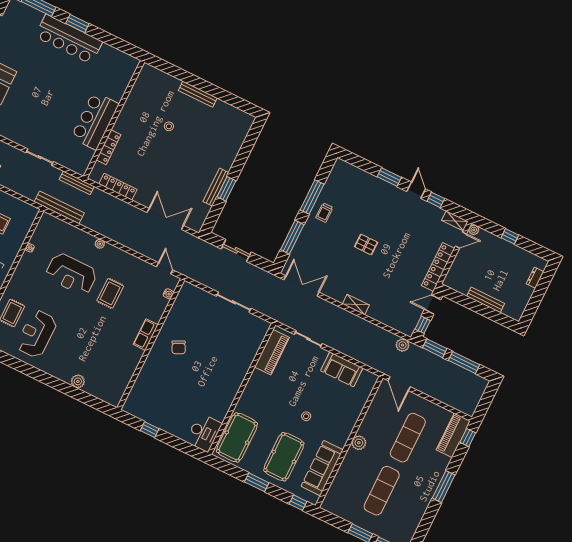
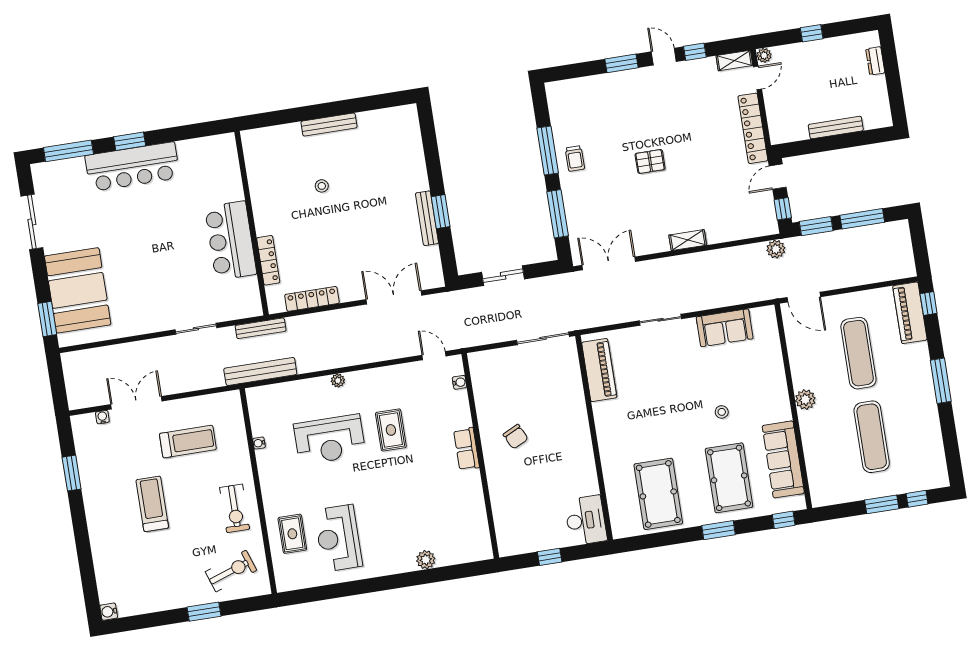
piano: (272, 352) -> (599, 370), moved
wall: (242, 389) -> (594, 438), moved
desk: (204, 433) -> (586, 520), moved

